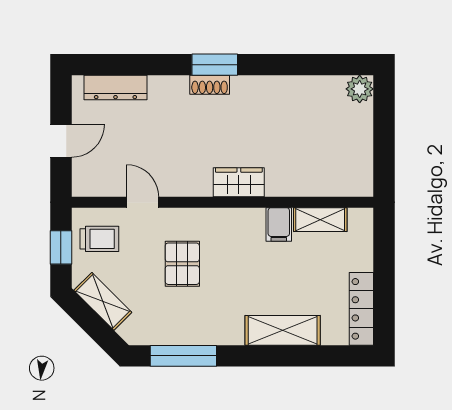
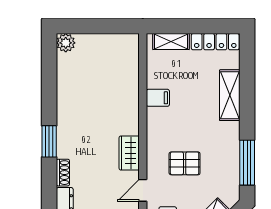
shoe rack: (210, 85) -> (63, 173), moved
wardrobe: (239, 182) -> (129, 153), moved
shelving: (320, 220) -> (171, 42), moved, turned 90

